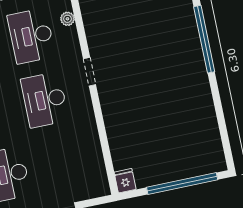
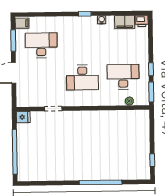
doorway: (89, 72) -> (53, 109), moved
desk: (45, 100) -> (82, 77), turned 180

